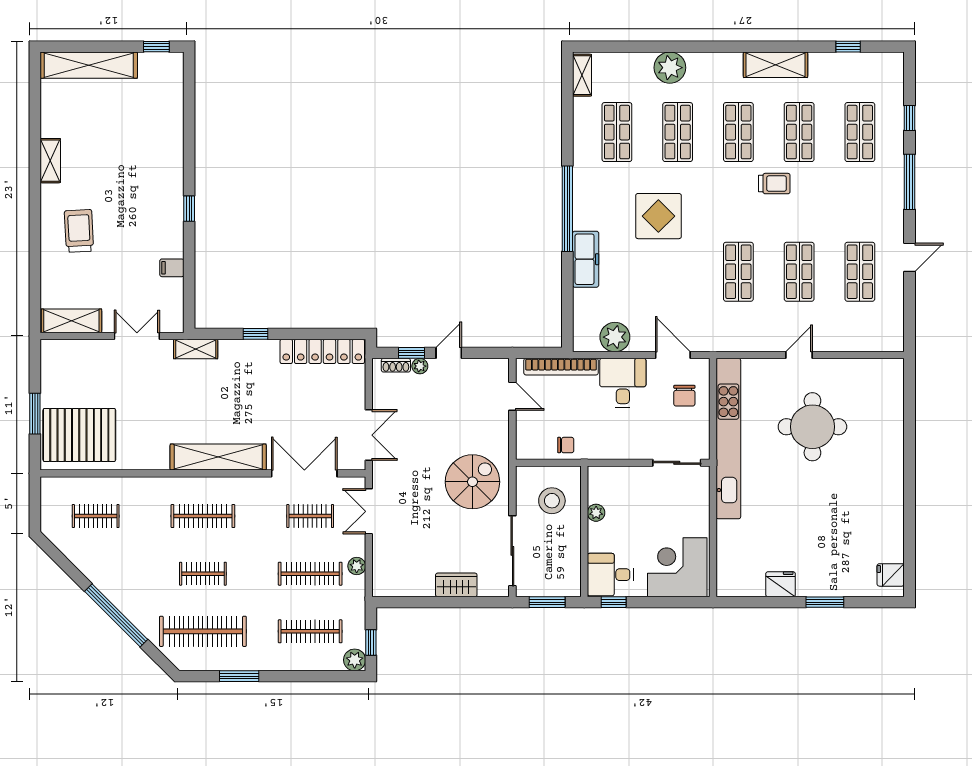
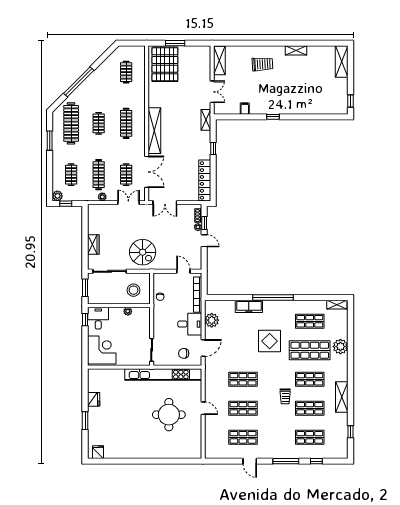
shelving: (89, 65) -> (342, 61), width x0.68
shop shelf: (678, 132) -> (310, 350), width x1.43, depth x1.36
door: (512, 396) -> (183, 271), swing flipped
clothes rail: (310, 631) -> (71, 175), width x0.73

